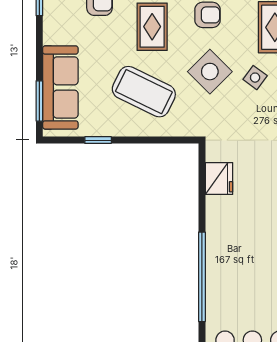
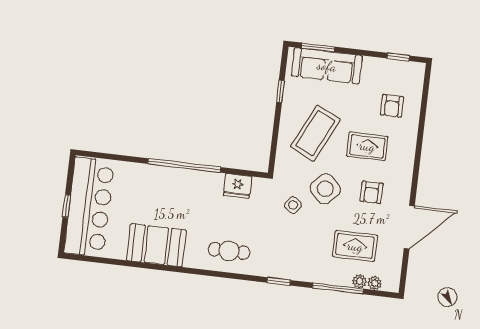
side table: (255, 78) -> (293, 205), moved
window: (202, 277) -> (184, 165), moved

